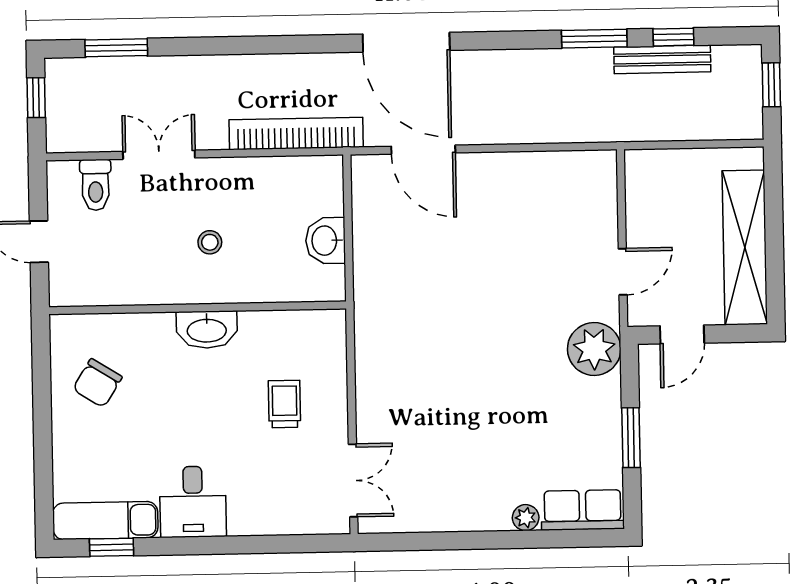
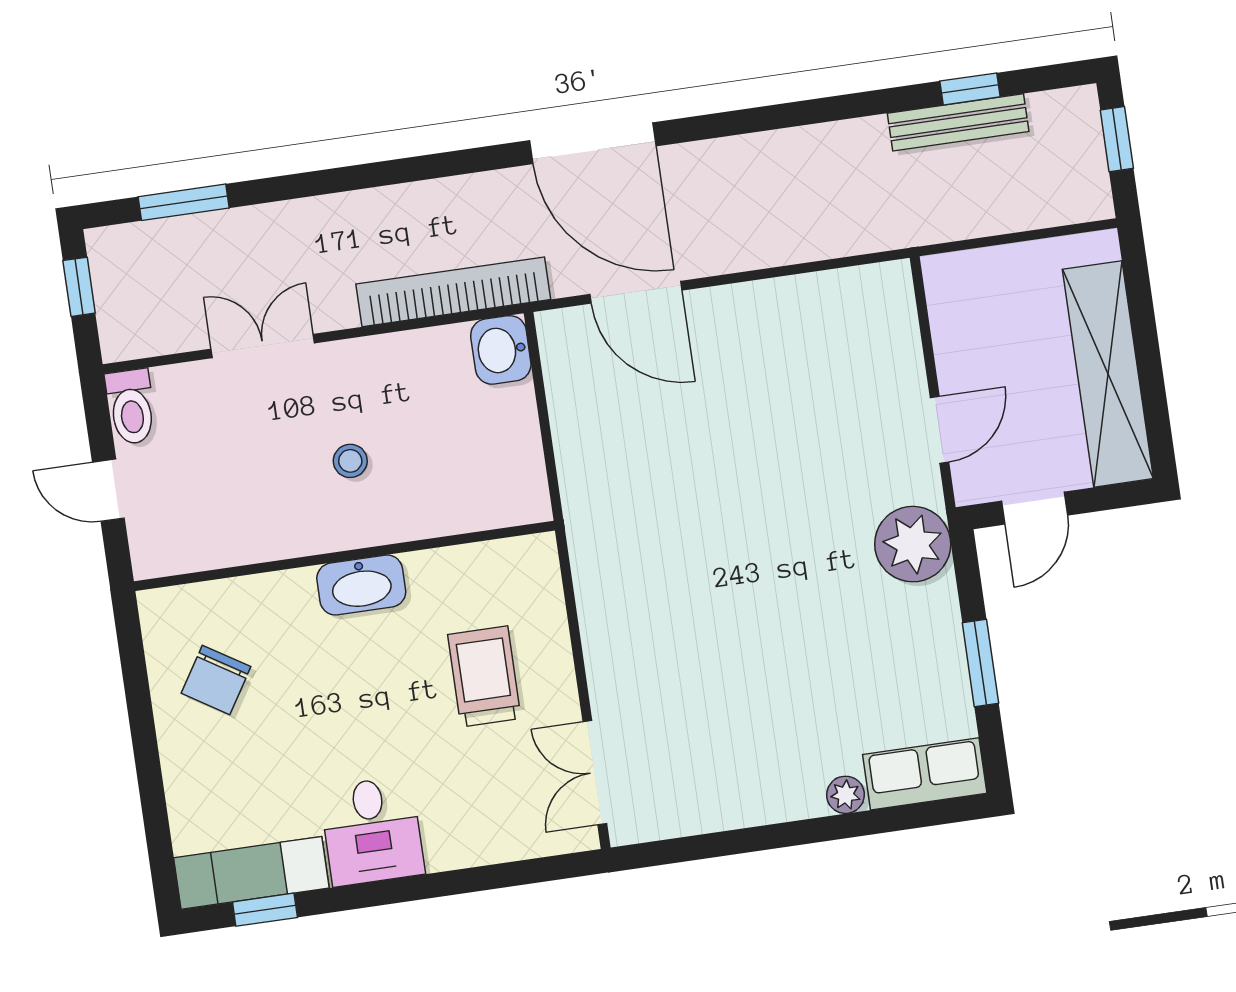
window: (594, 39) -> (858, 105), removed
toilet: (96, 185) -> (131, 407), moved
washbasin: (325, 241) -> (501, 350), moved
trolley: (285, 404) -> (484, 676), width x1.36, depth x1.39
double door: (353, 481) -> (595, 773), swing flipped

